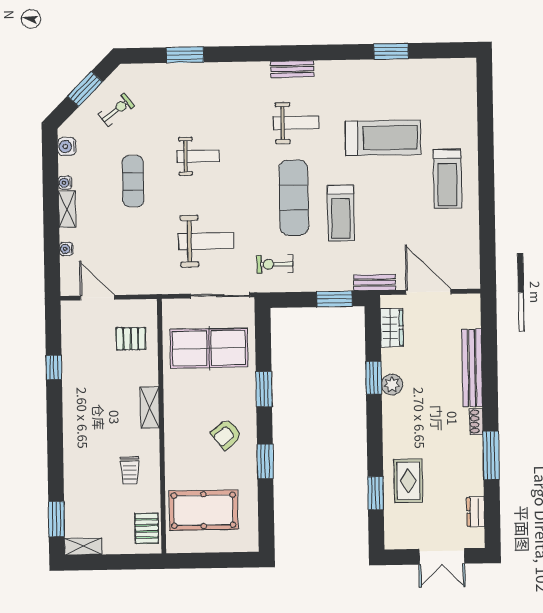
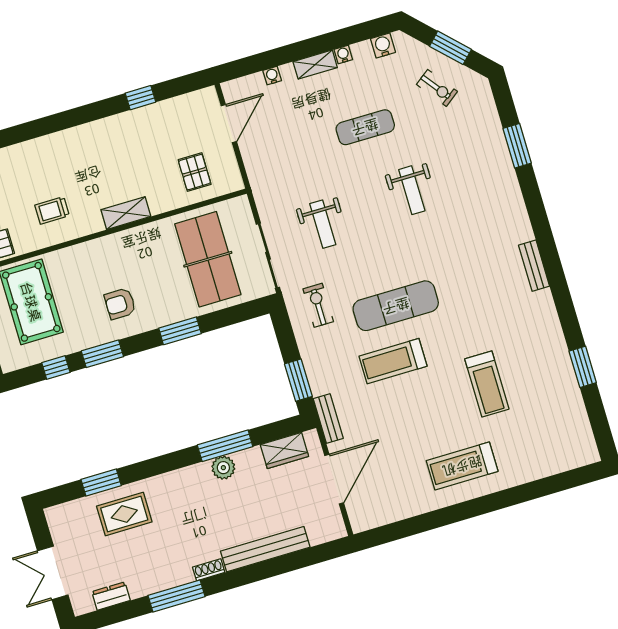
weight bench: (296, 123) -> (477, 286), removed
treadmill: (383, 138) -> (487, 384), width x0.73, depth x0.73
weight bench: (206, 241) -> (323, 224), width x0.73, depth x0.75
window: (374, 378) -> (225, 446), width x1.44
armchair: (226, 434) -> (120, 304), turned -51
window: (266, 505) -> (56, 368), added

